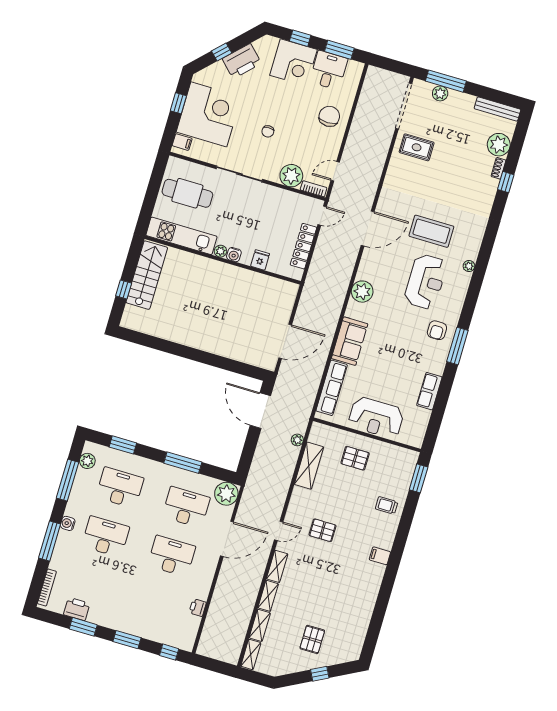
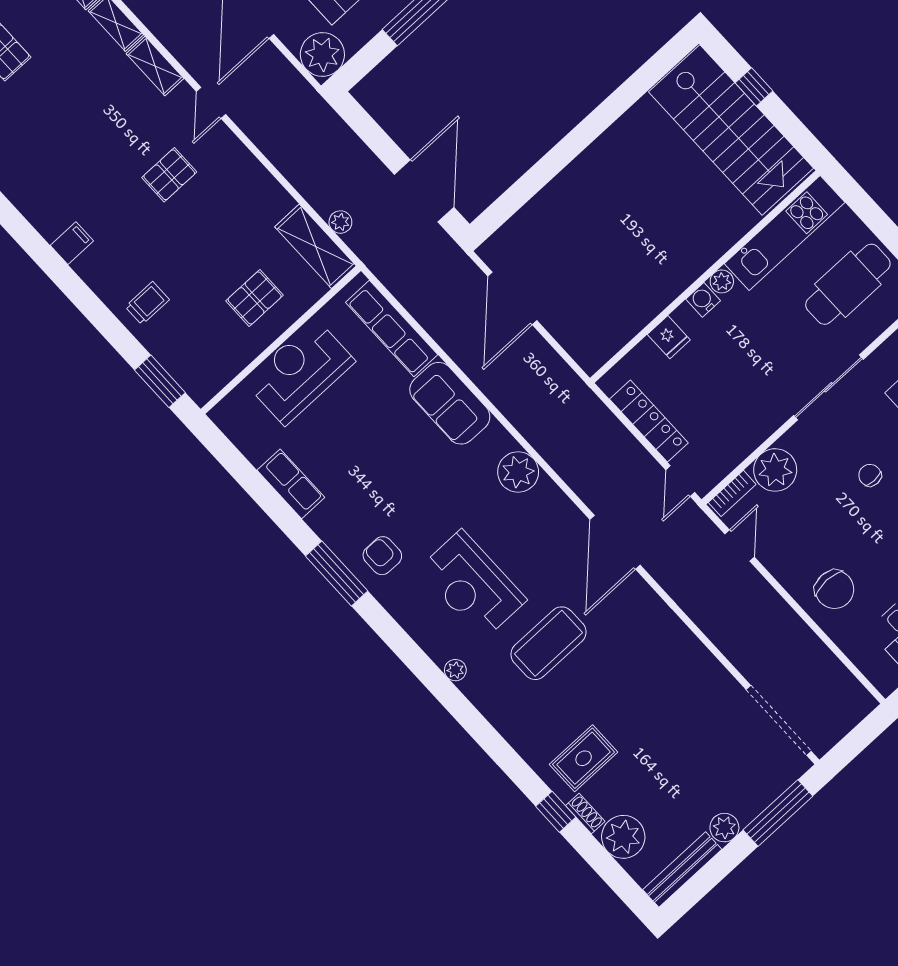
plant: (440, 93) -> (724, 828), moved
rug: (417, 147) -> (584, 758), moved
stairs: (147, 275) -> (731, 130), width x1.36, depth x1.51
door: (260, 411) -> (424, 191), hinge flipped
shelving: (309, 466) -> (315, 246), moved

